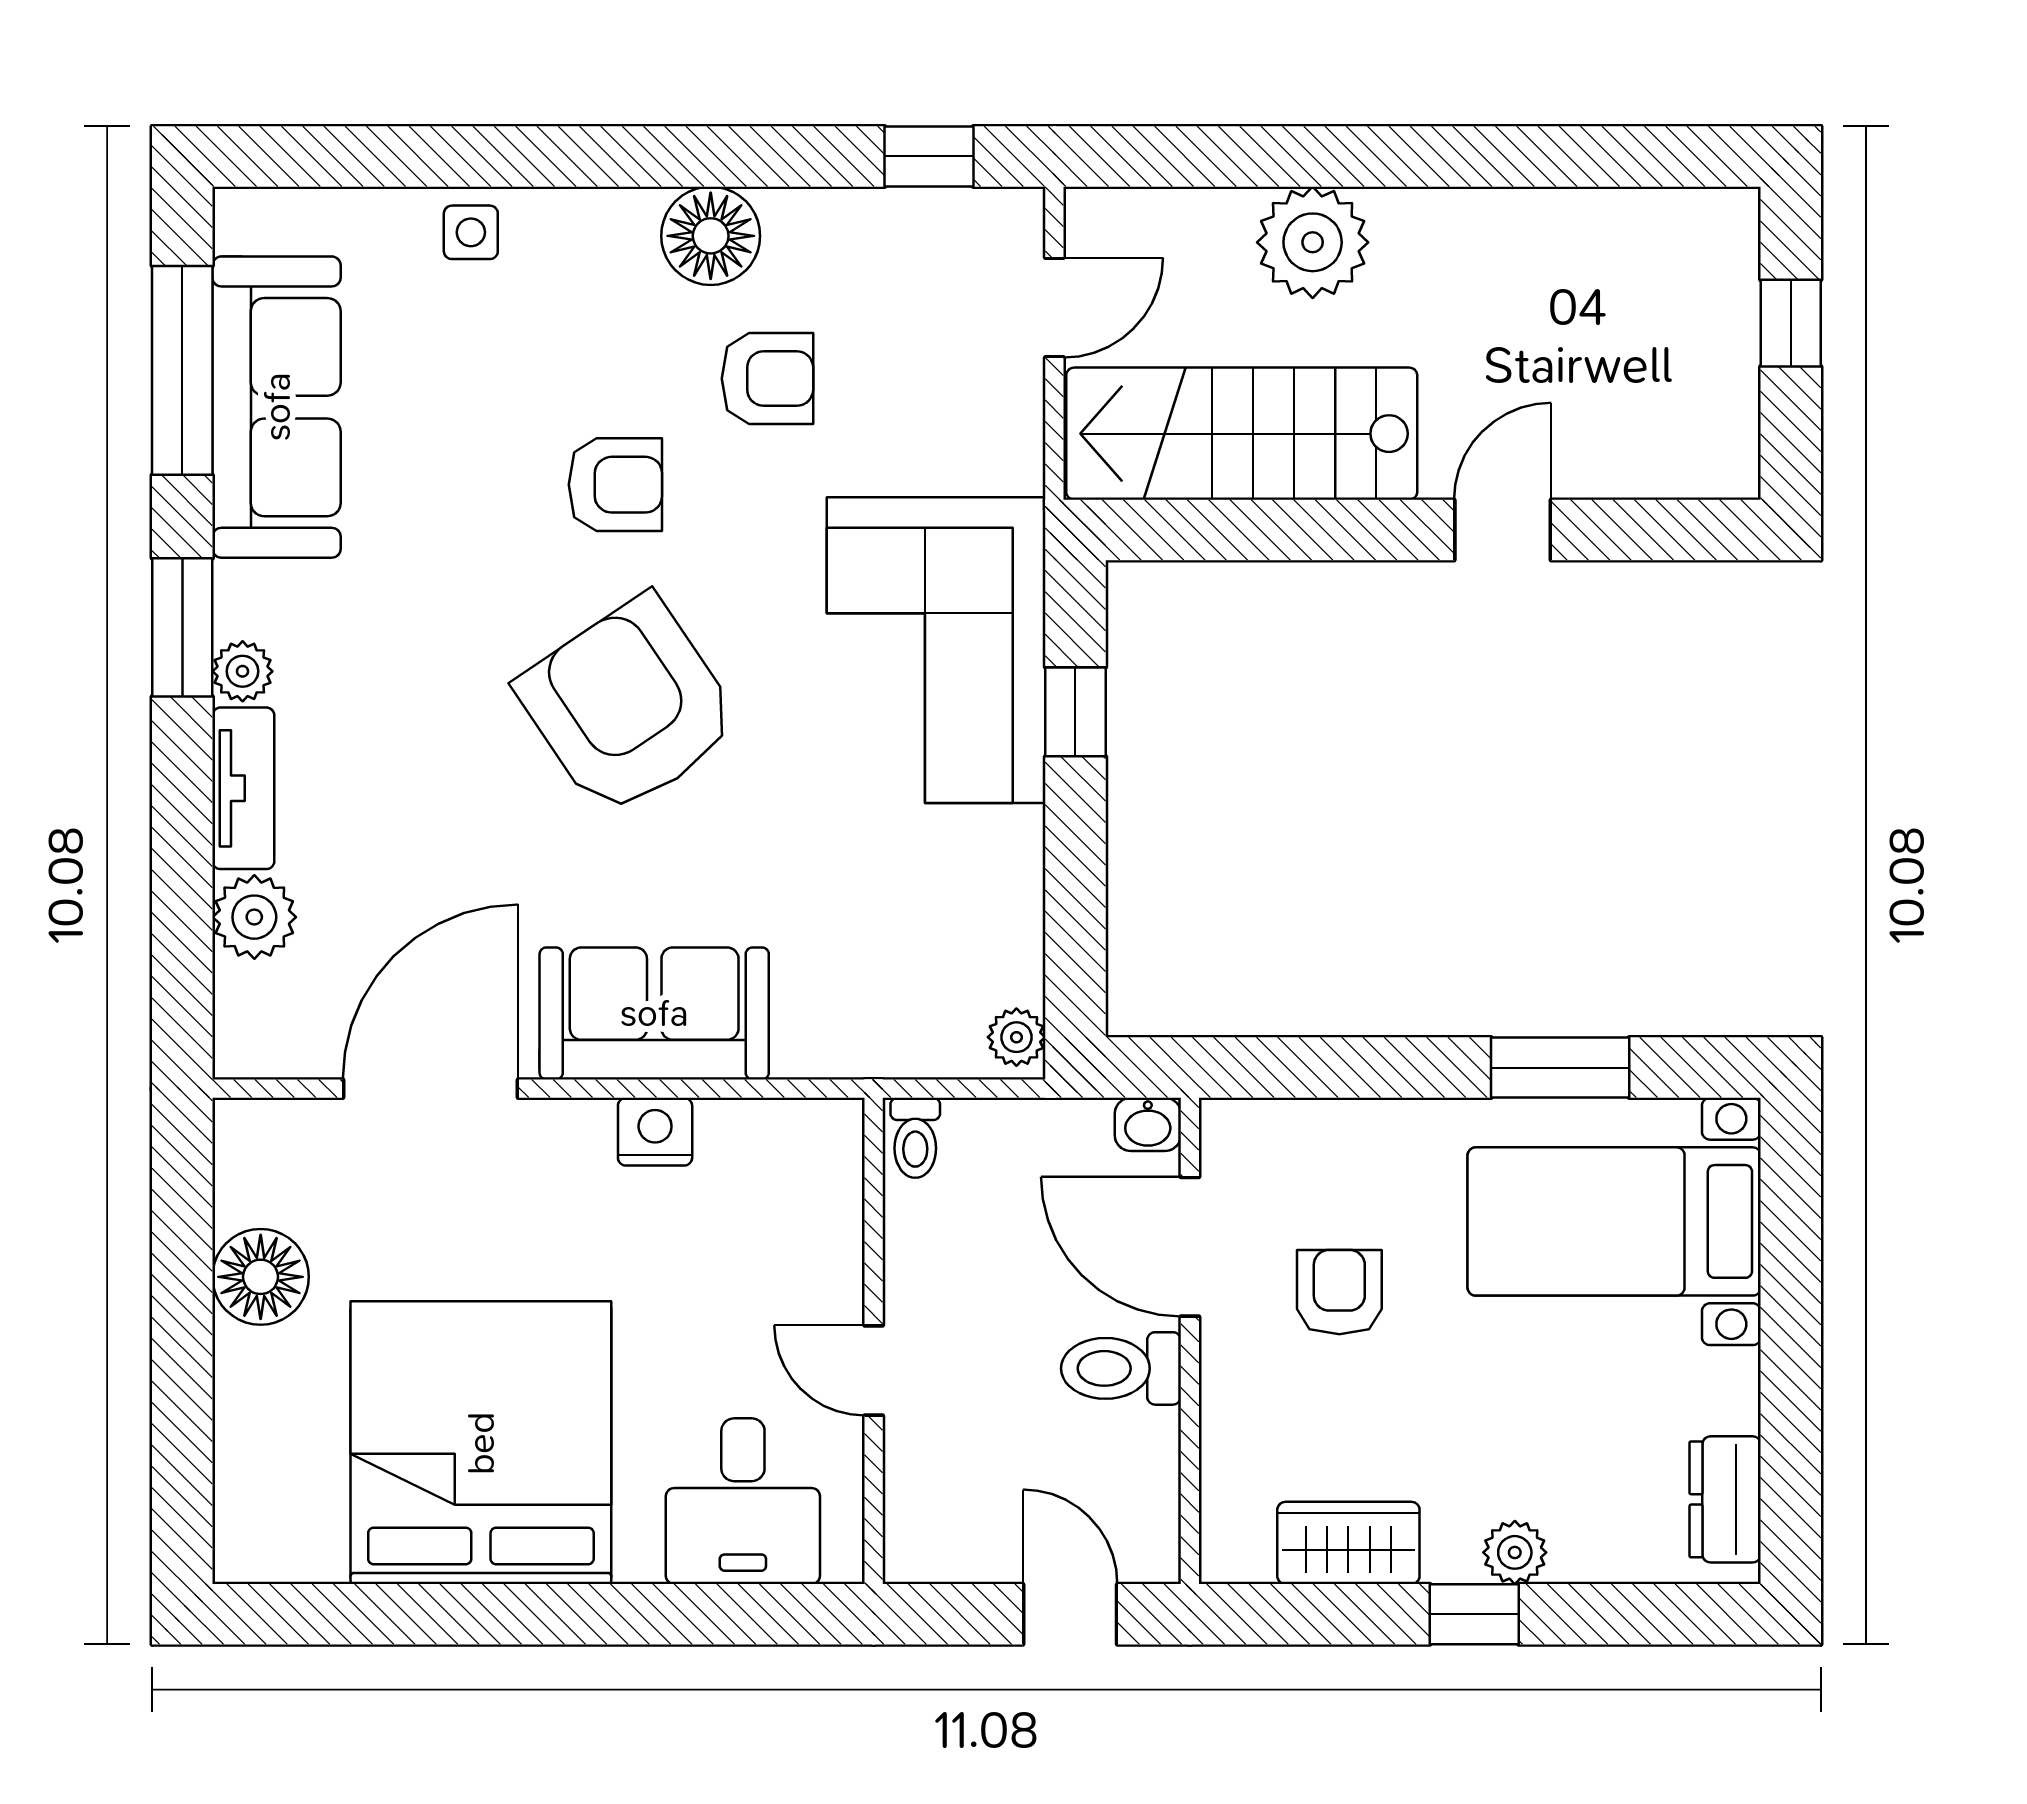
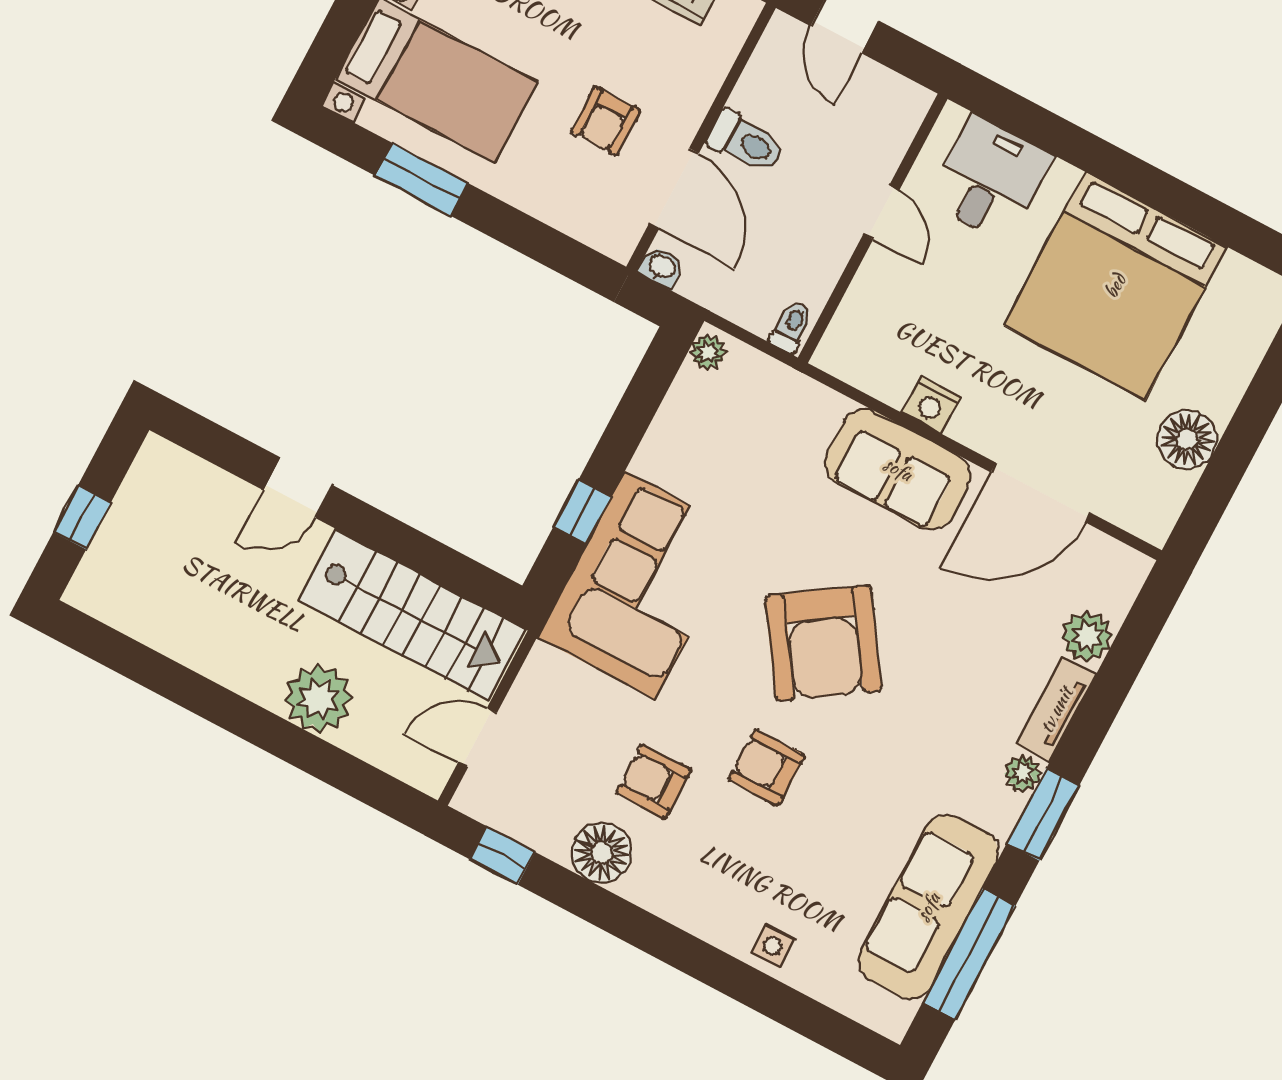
floor lamp: (711, 236) -> (602, 853), moved

